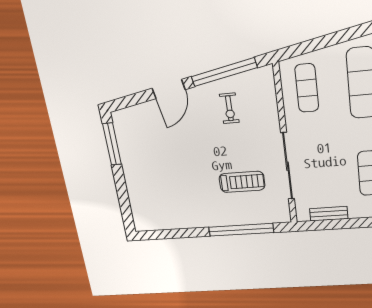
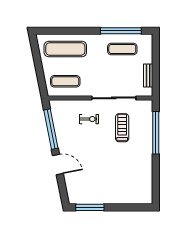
exercise bike: (229, 108) -> (89, 119), moved

